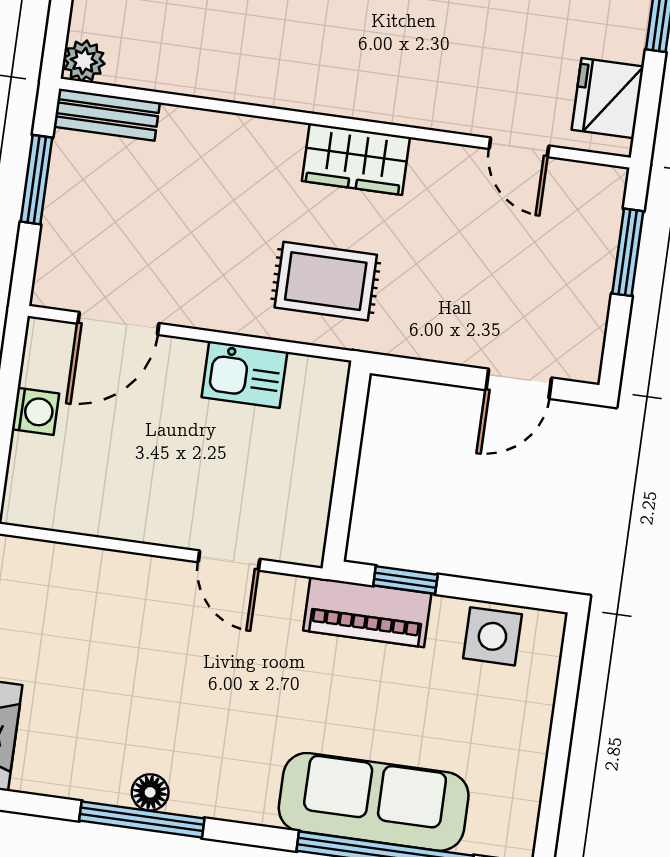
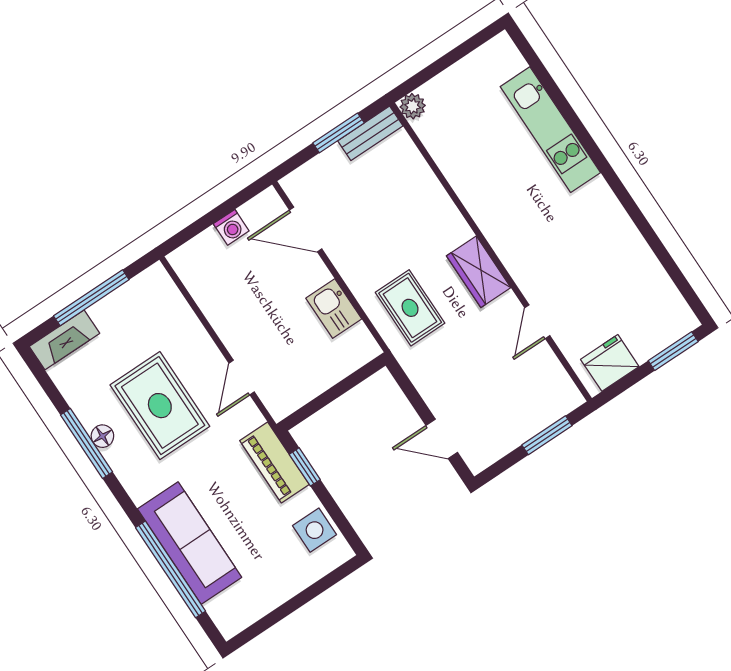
bench: (107, 115) -> (370, 133), moved, turned 90
door: (519, 147) -> (537, 322), moved
rug: (175, 690) -> (160, 406), added

